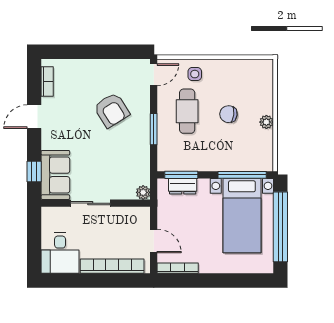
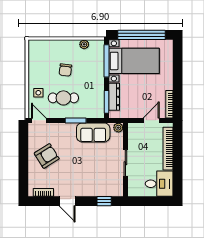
armchair: (112, 110) -> (47, 156), moved
plant: (266, 122) -> (84, 44), moved
sofa: (55, 175) -> (93, 132), moved, turned 180
dresser: (183, 186) -> (114, 97), width x1.44

